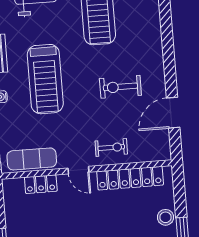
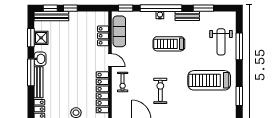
treadmill: (45, 79) -> (169, 44), width x0.73, depth x0.73
door: (78, 170) -> (110, 60), swing flipped

